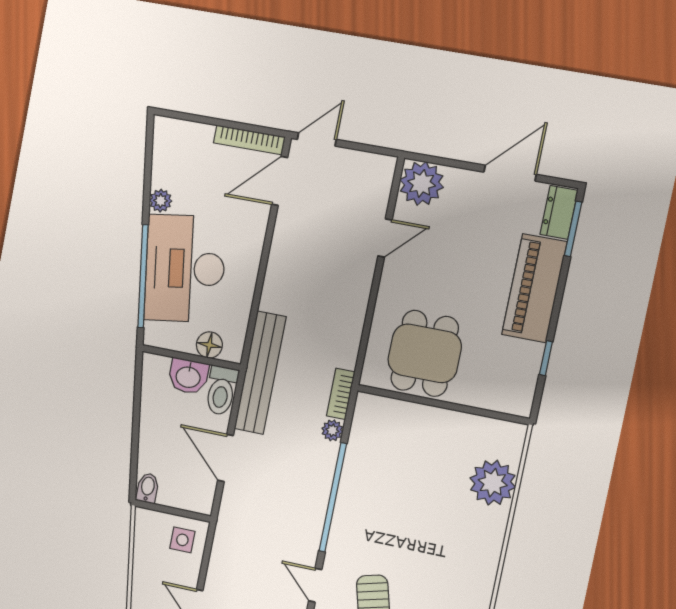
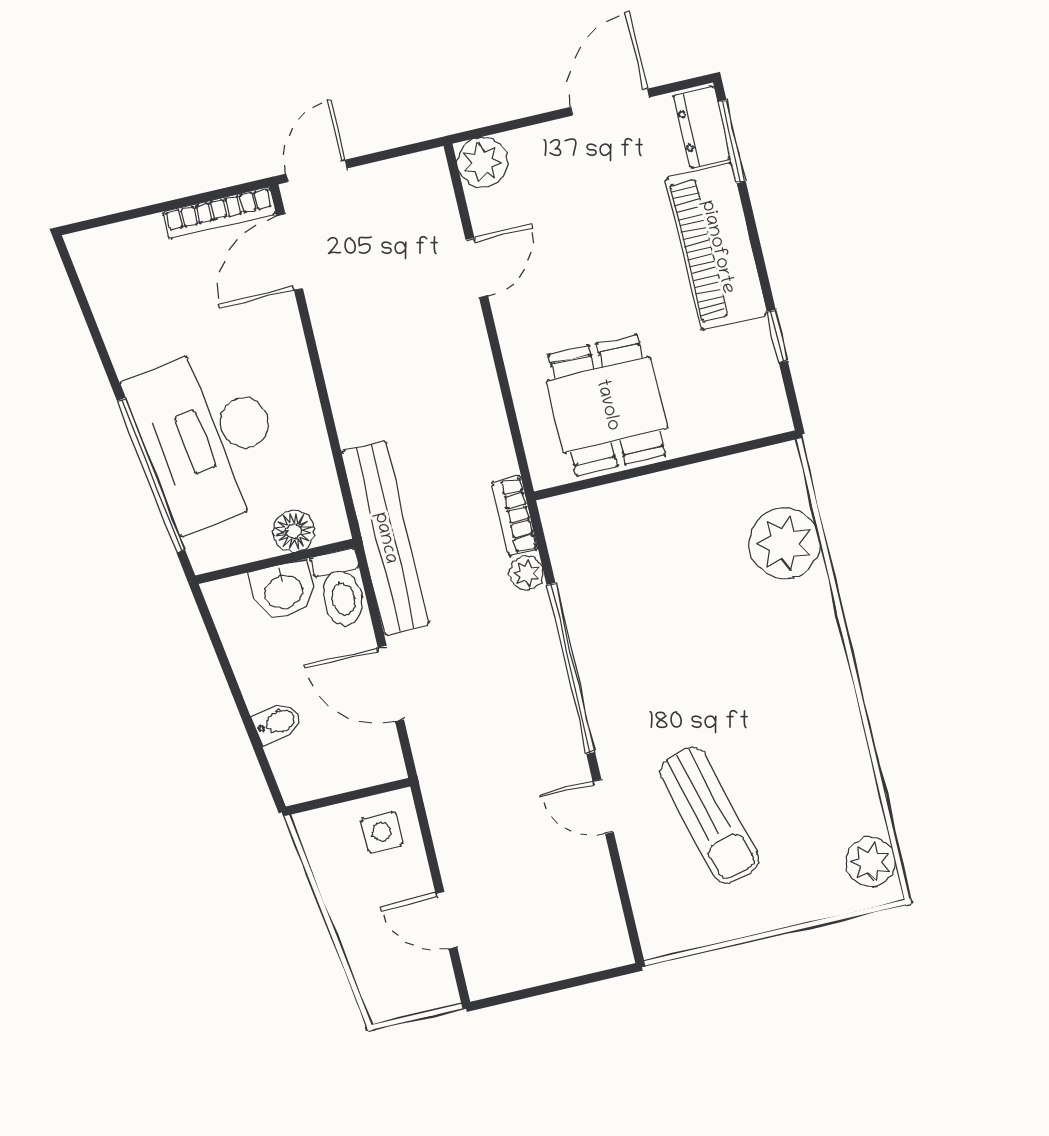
plant: (422, 183) -> (482, 162), width x0.73, depth x0.73
plant: (161, 201) -> (128, 355), removed
bidet: (148, 488) -> (277, 722), moved, turned 82

